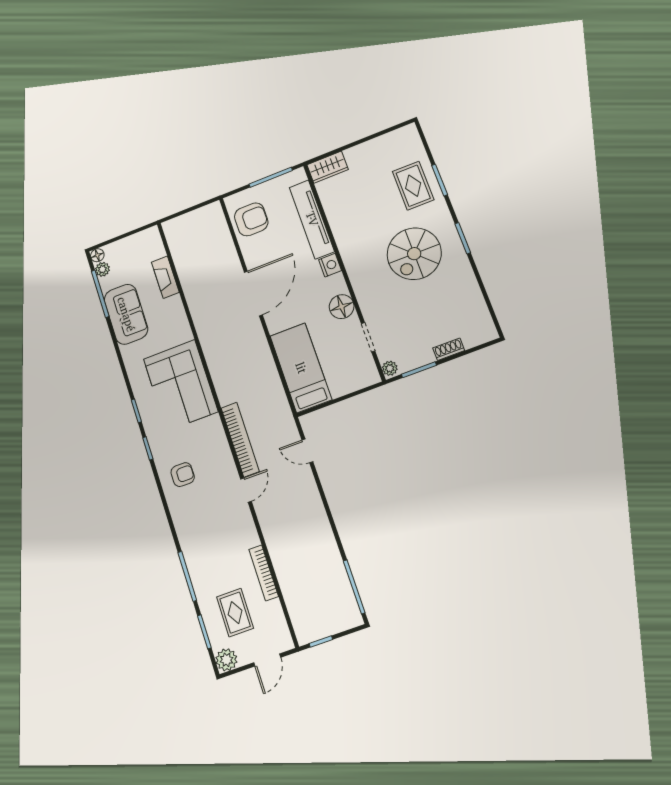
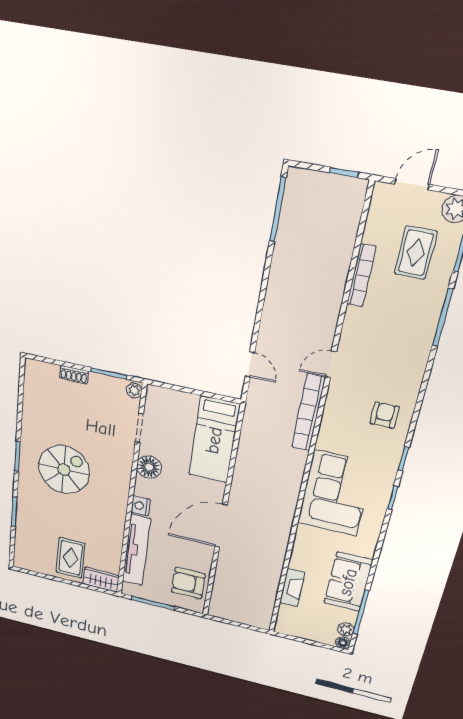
rug: (413, 186) -> (71, 558), moved
armchair: (183, 475) -> (385, 415), turned 90

